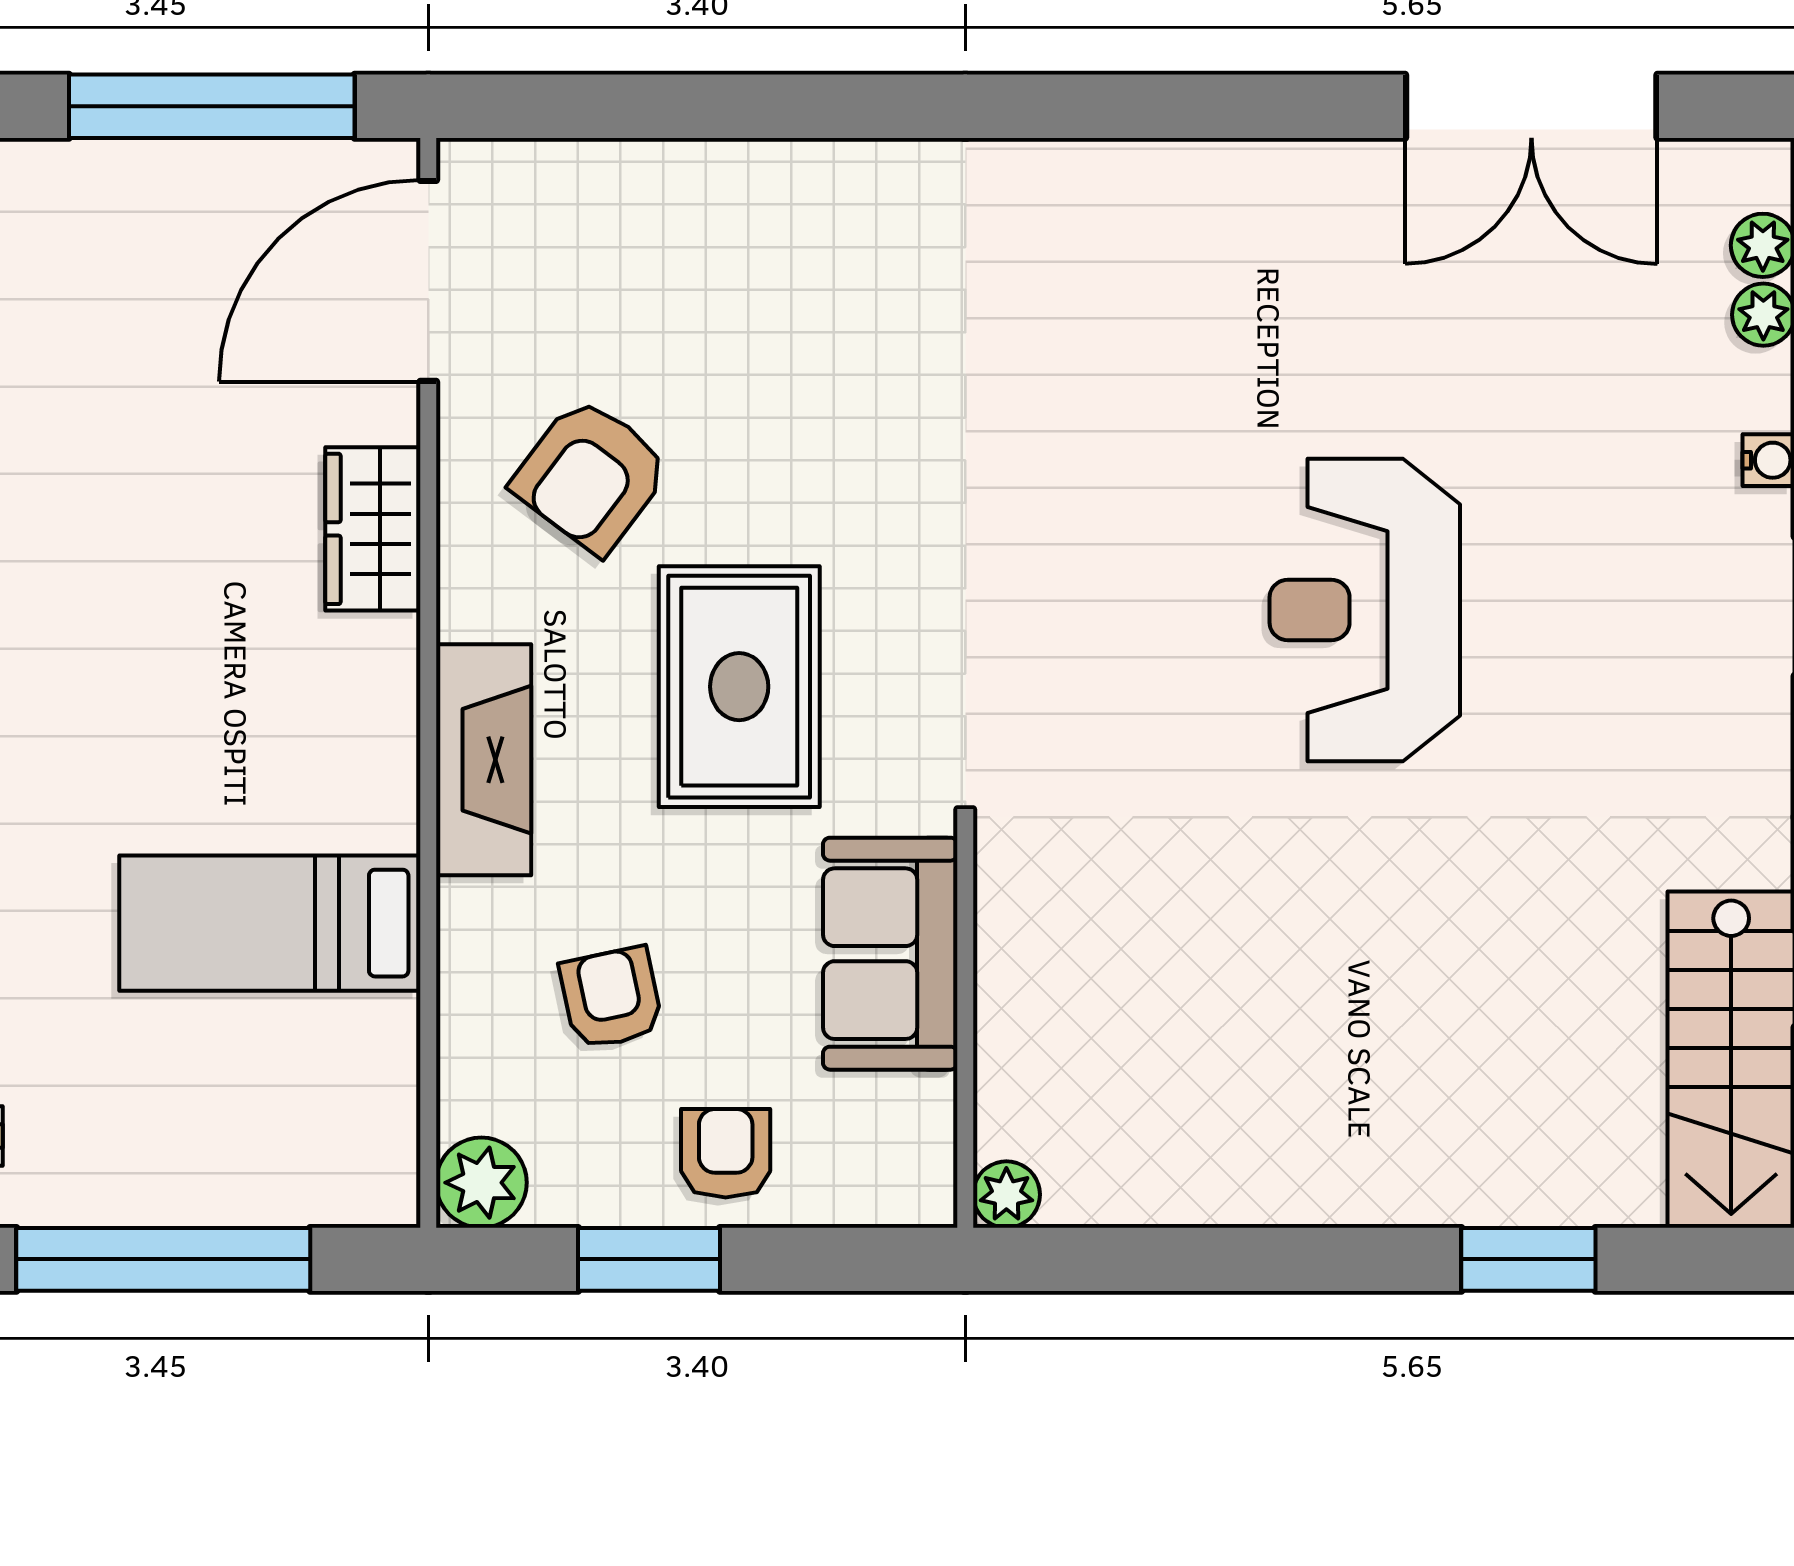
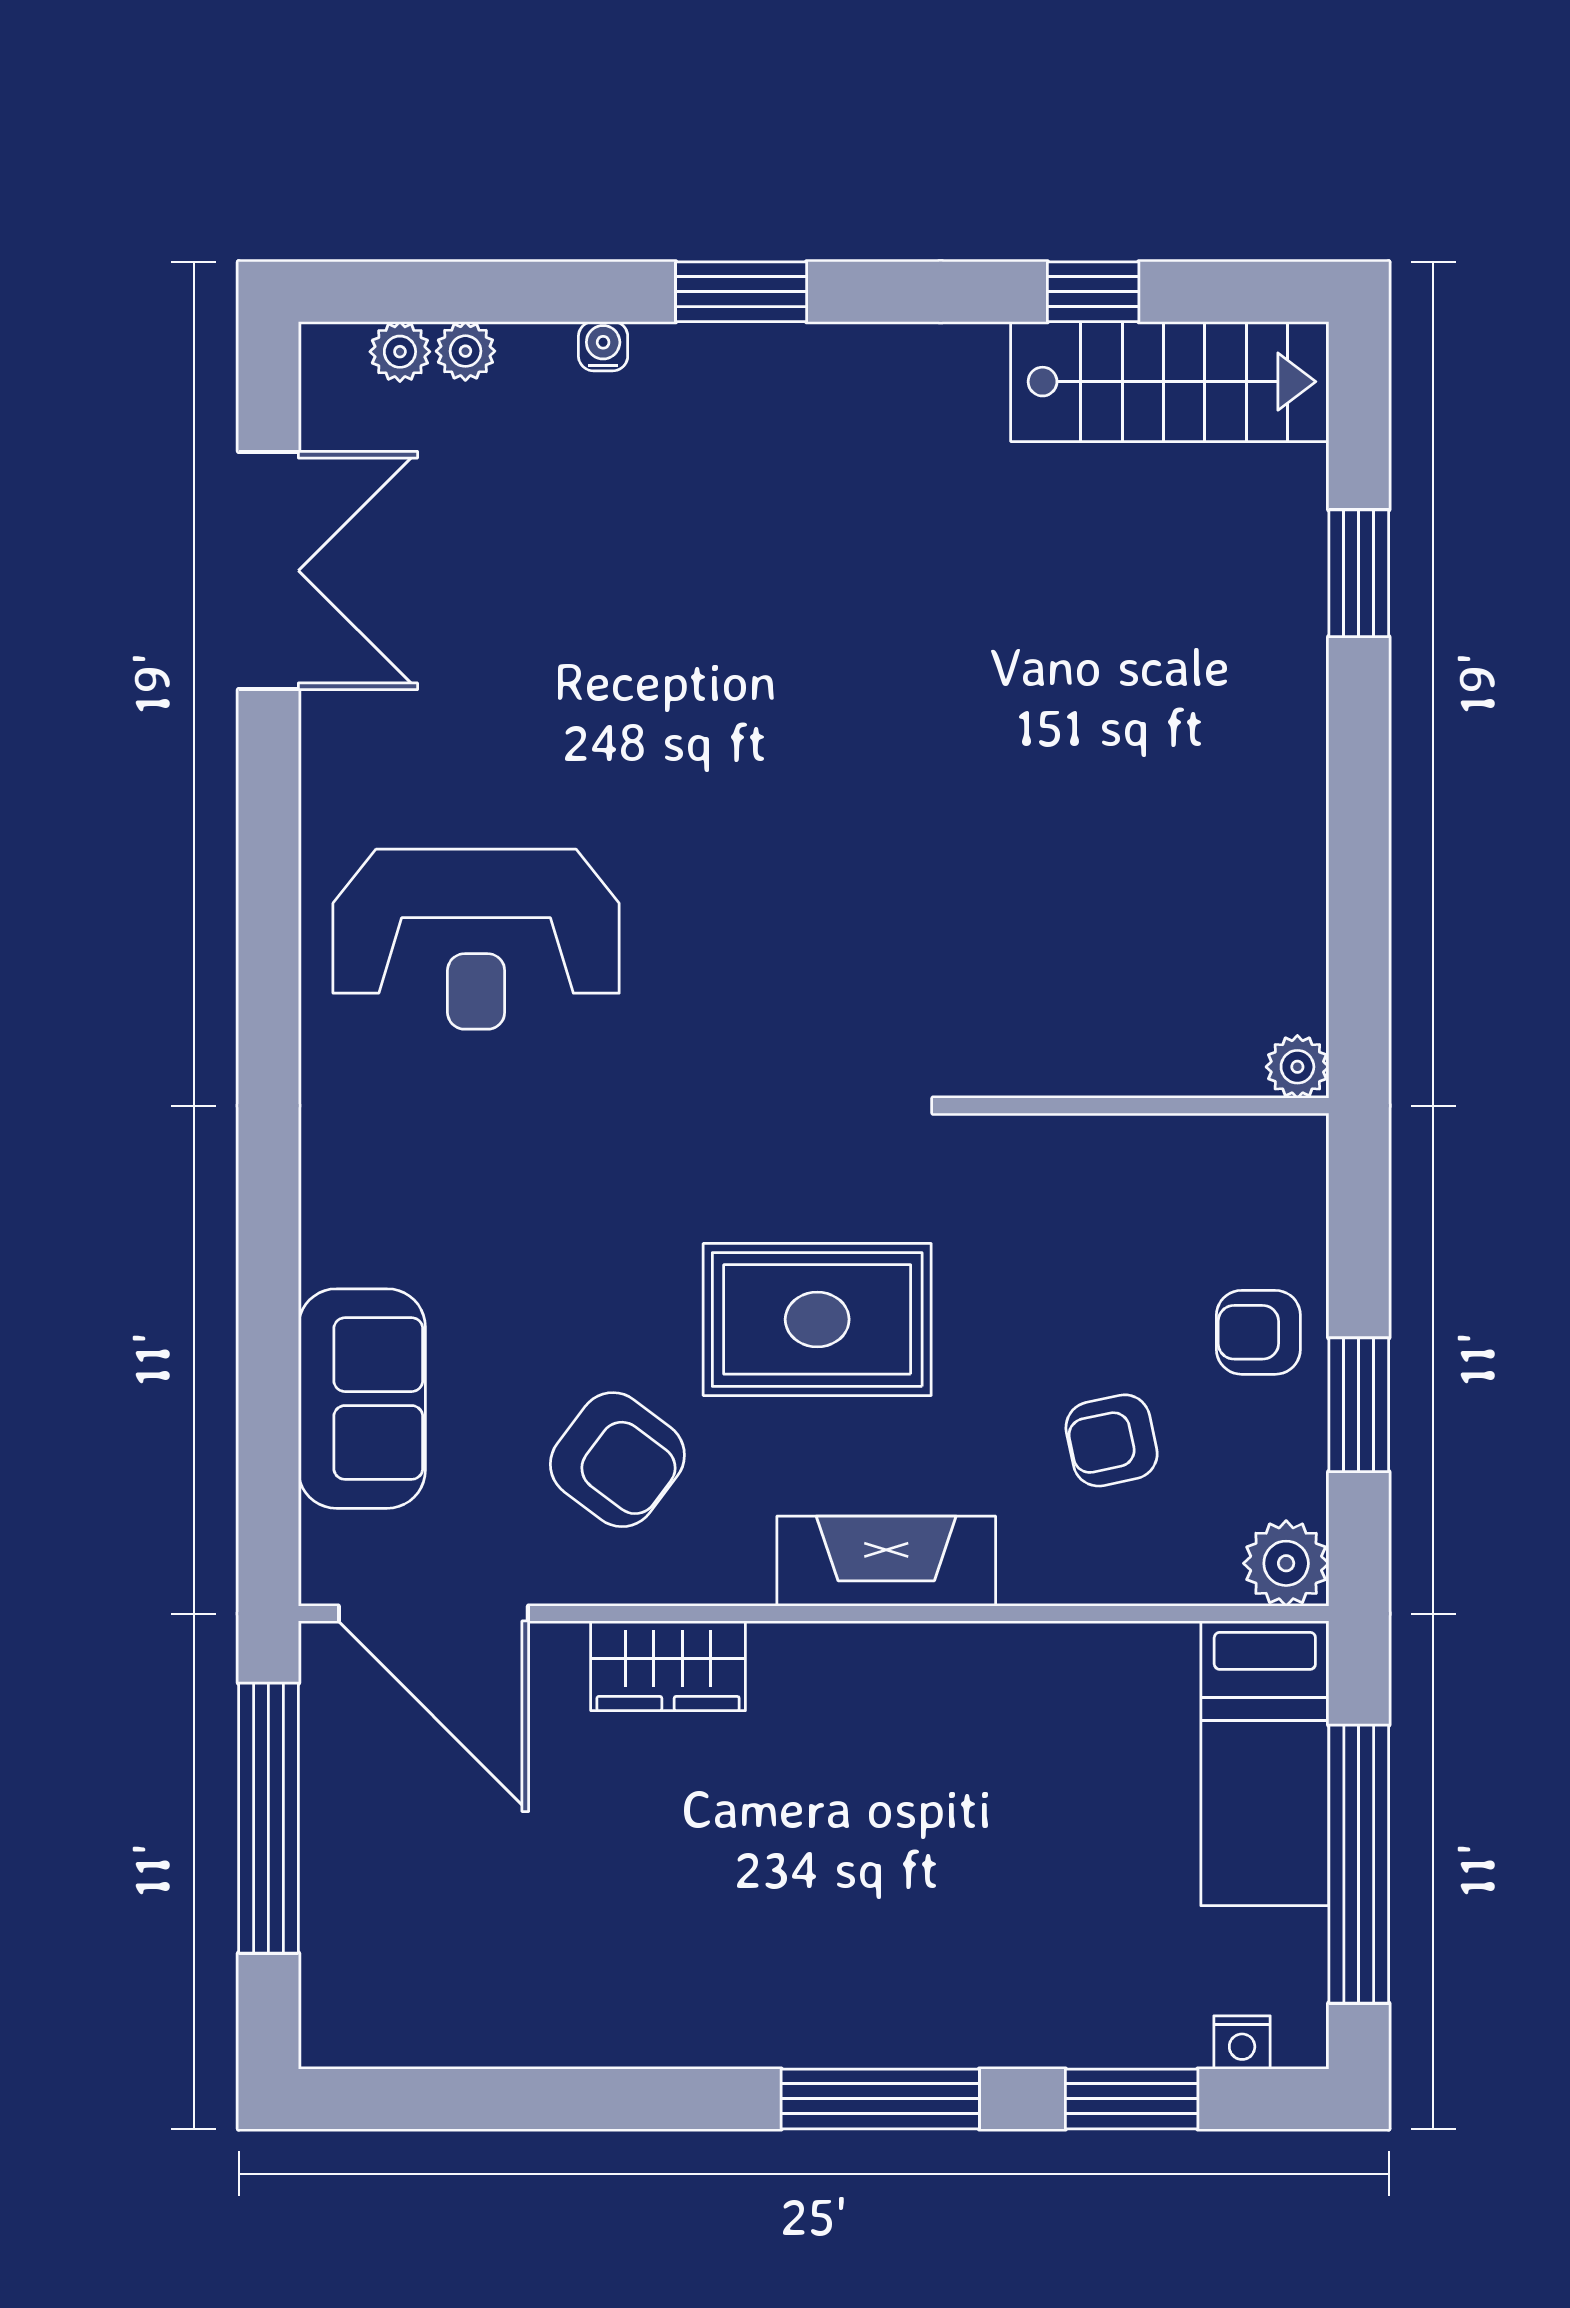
reception desk: (1365, 610) -> (476, 939), moved
bed: (270, 923) -> (1265, 1763), moved
sofa: (890, 954) -> (362, 1399), moved, turned -90

